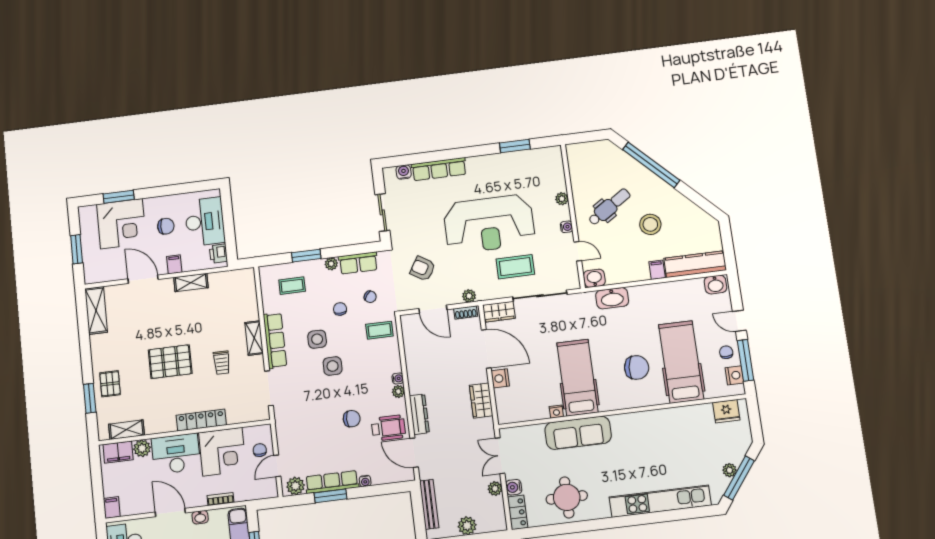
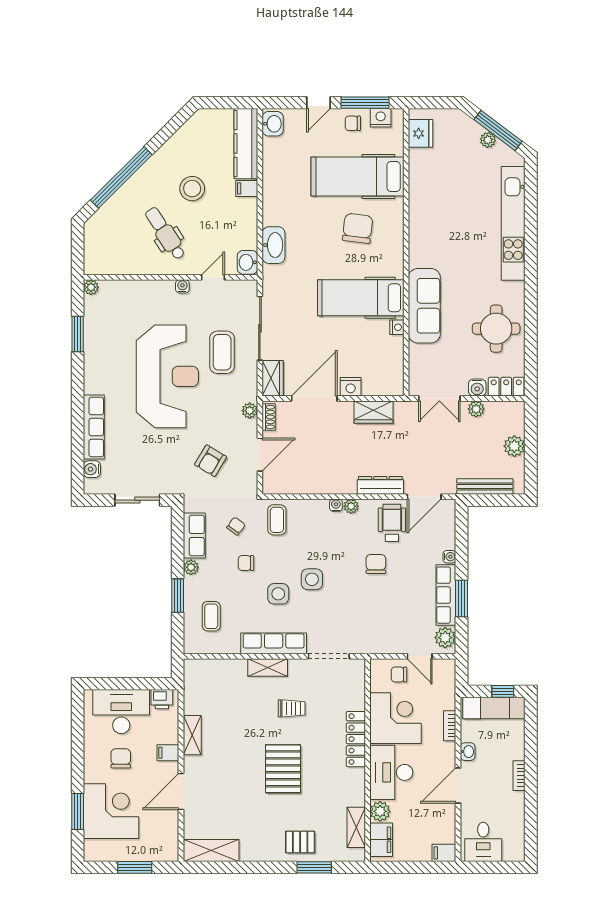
plant: (562, 199) -> (91, 287), moved

